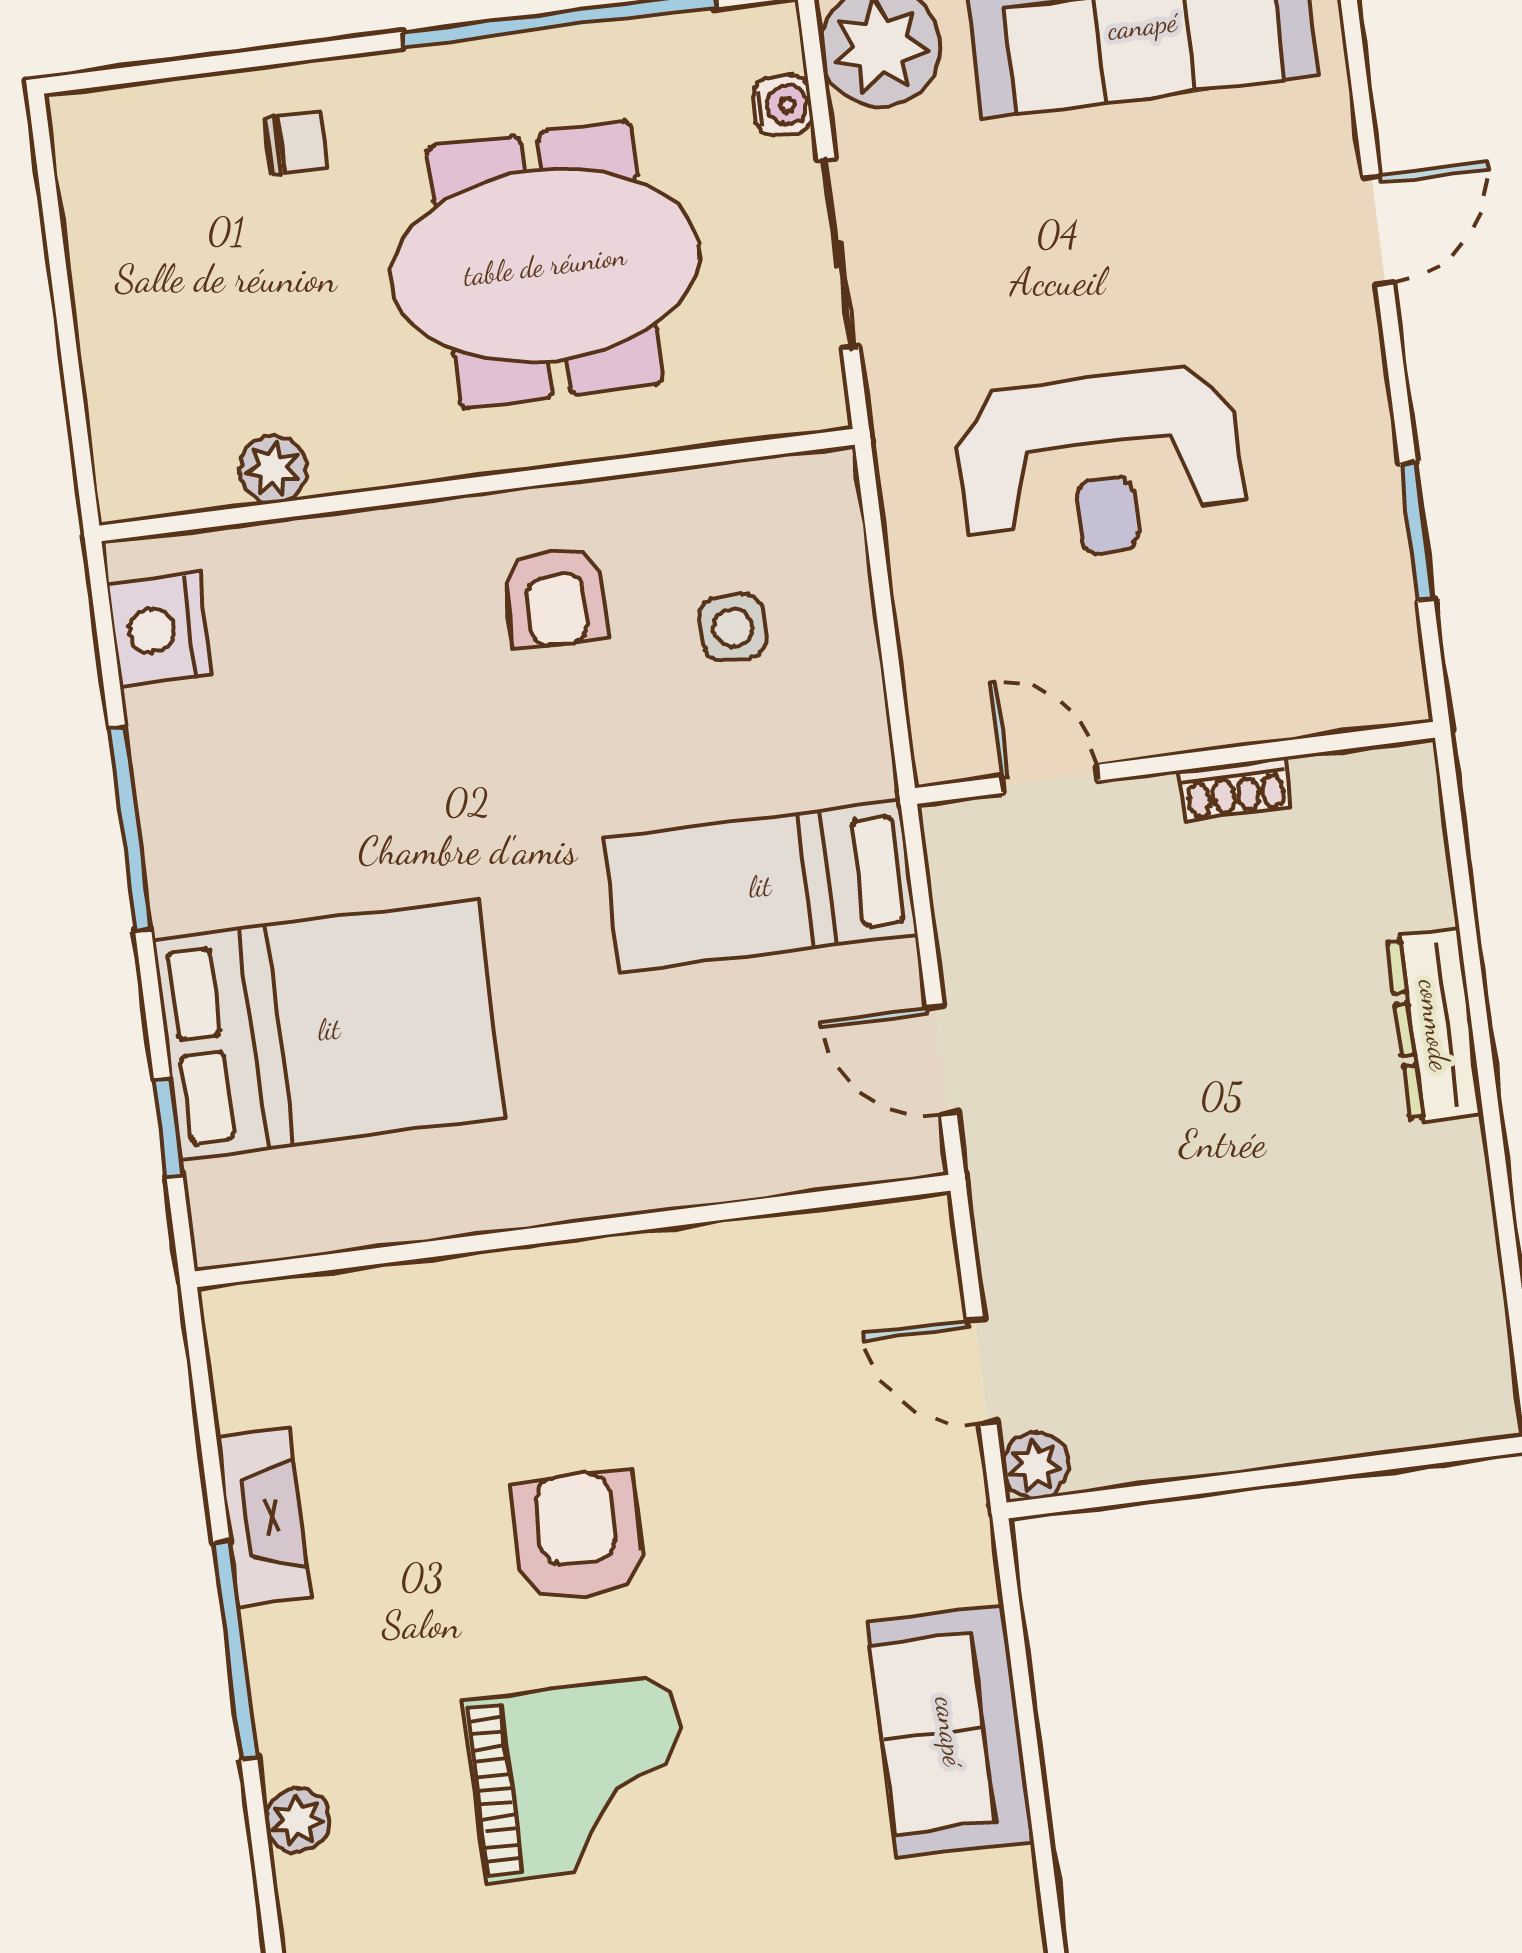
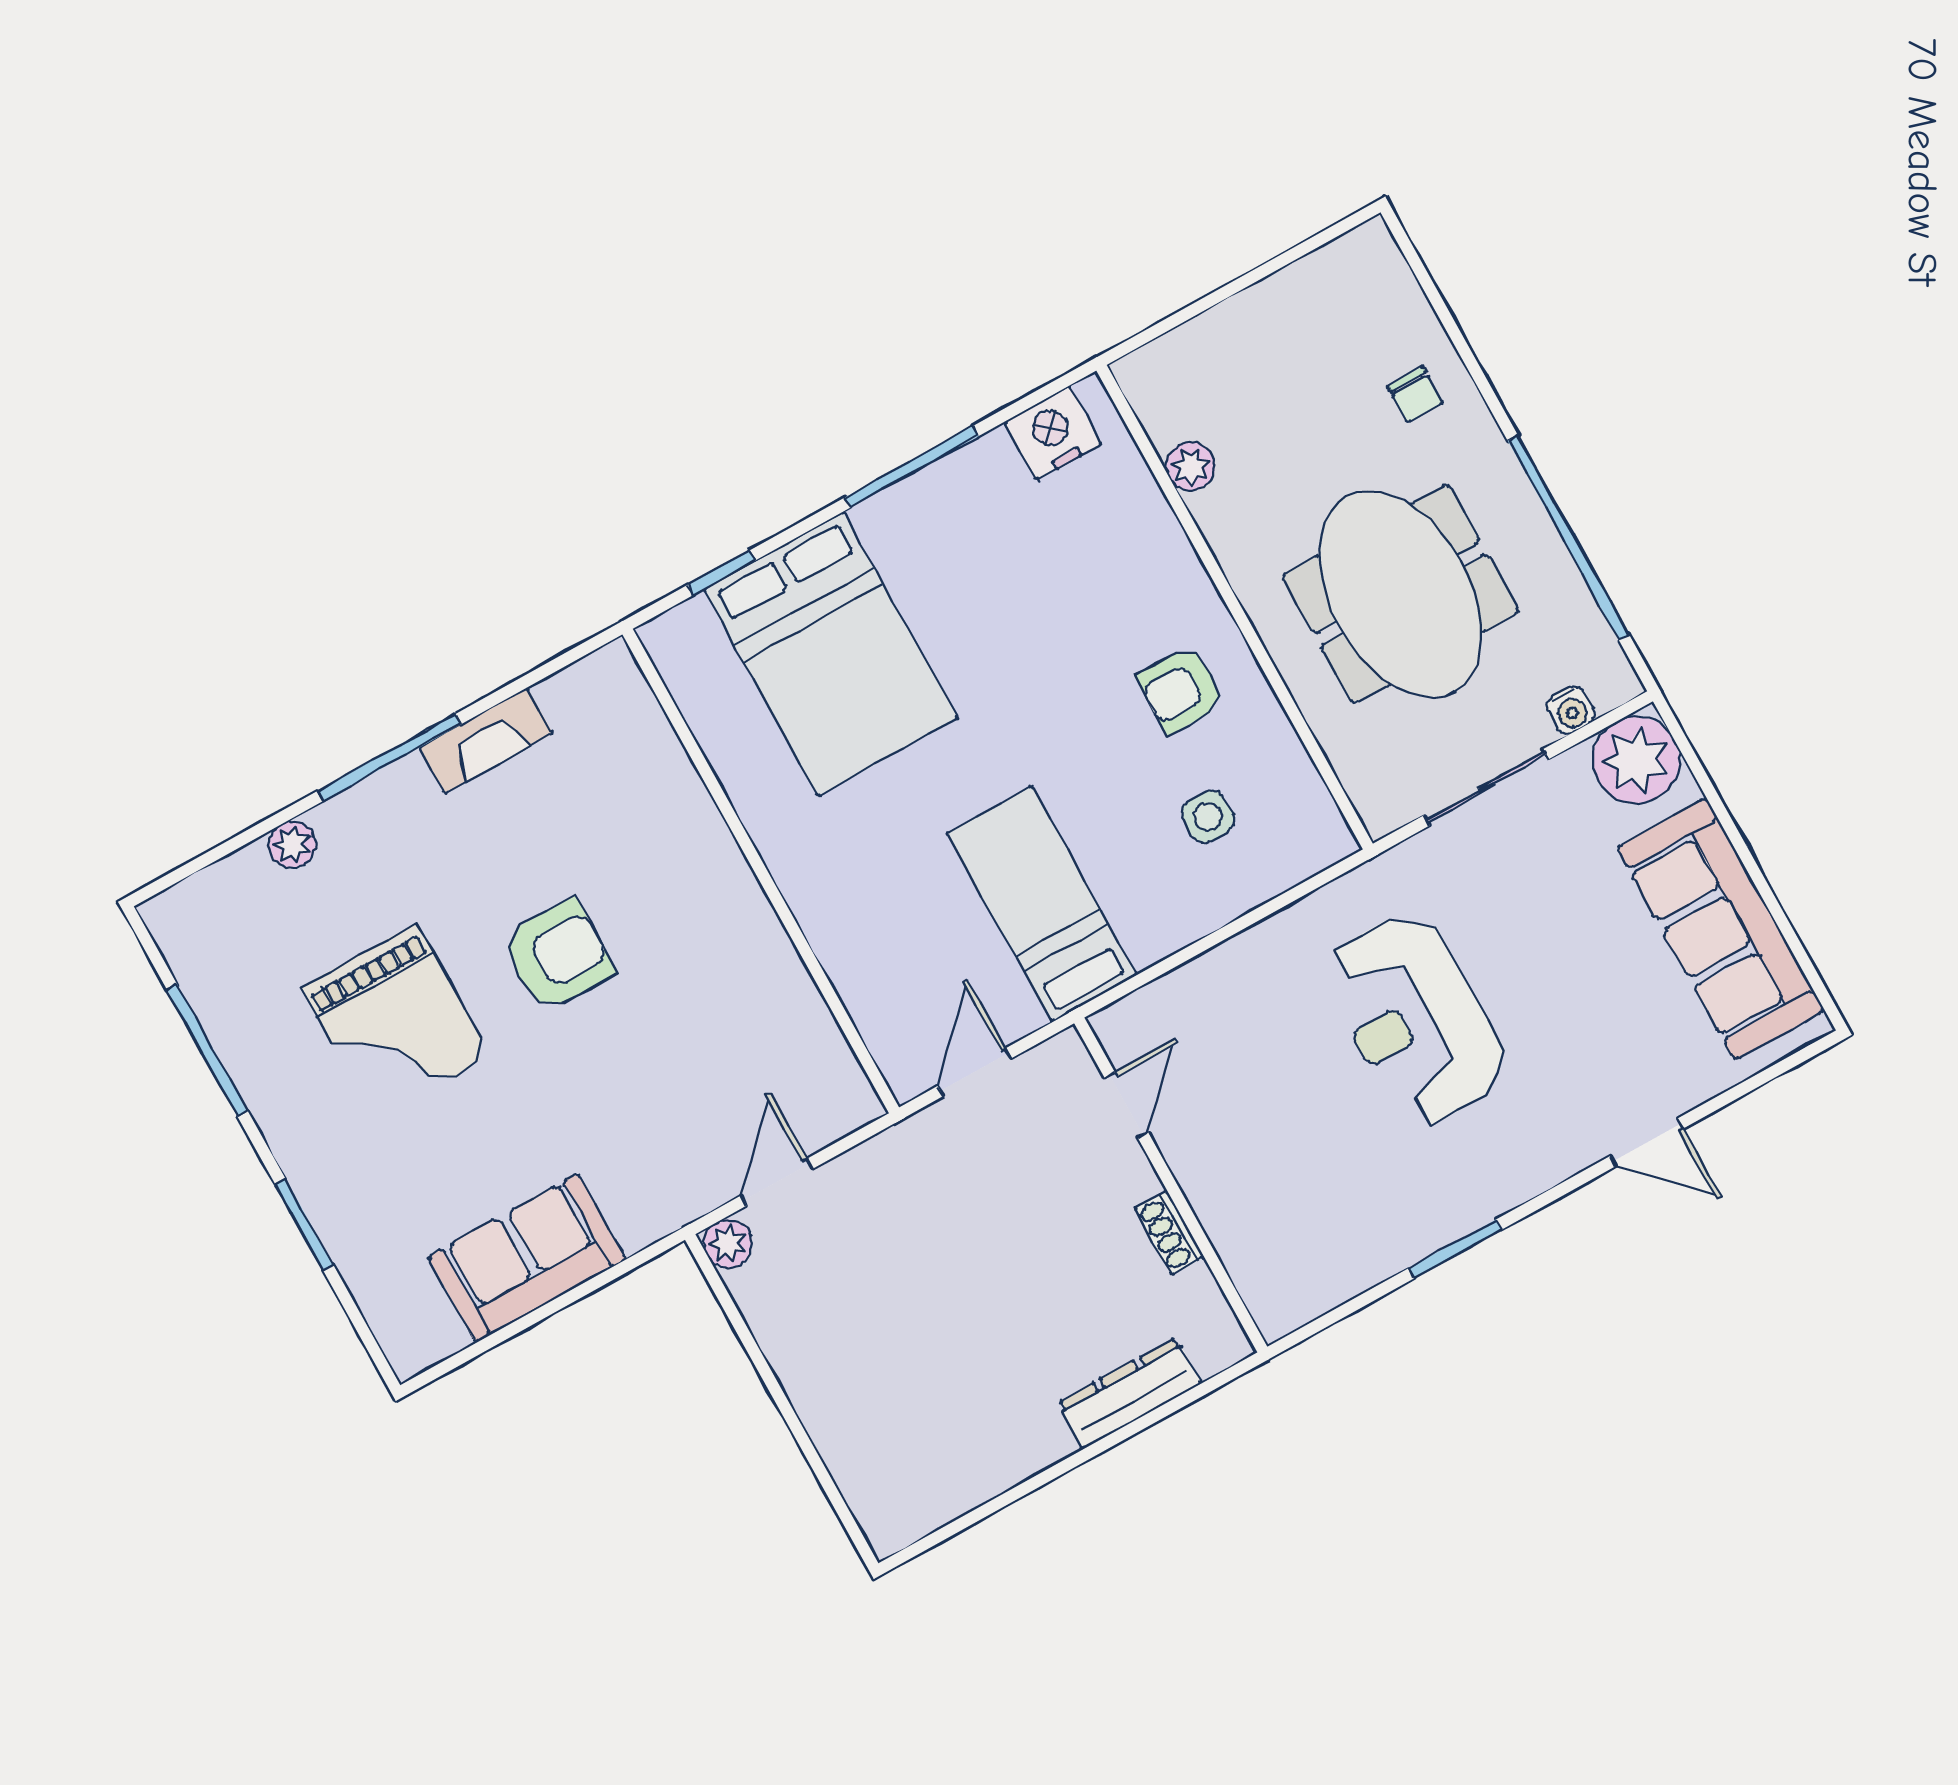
wall: (1175, 763) -> (1171, 1185), moved
door: (1049, 779) -> (1126, 1105), moved
shoe rack: (1235, 789) -> (1169, 1232), moved

